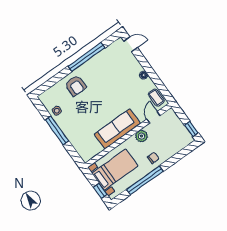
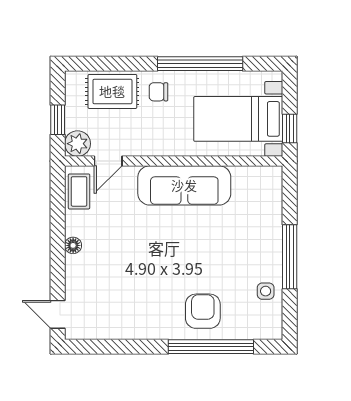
window: (86, 57) -> (211, 347), moved
window: (191, 129) -> (58, 120), moved
plant: (142, 136) -> (78, 144), moved
rug: (171, 145) -> (112, 91), added
window: (100, 191) -> (290, 129), moved

